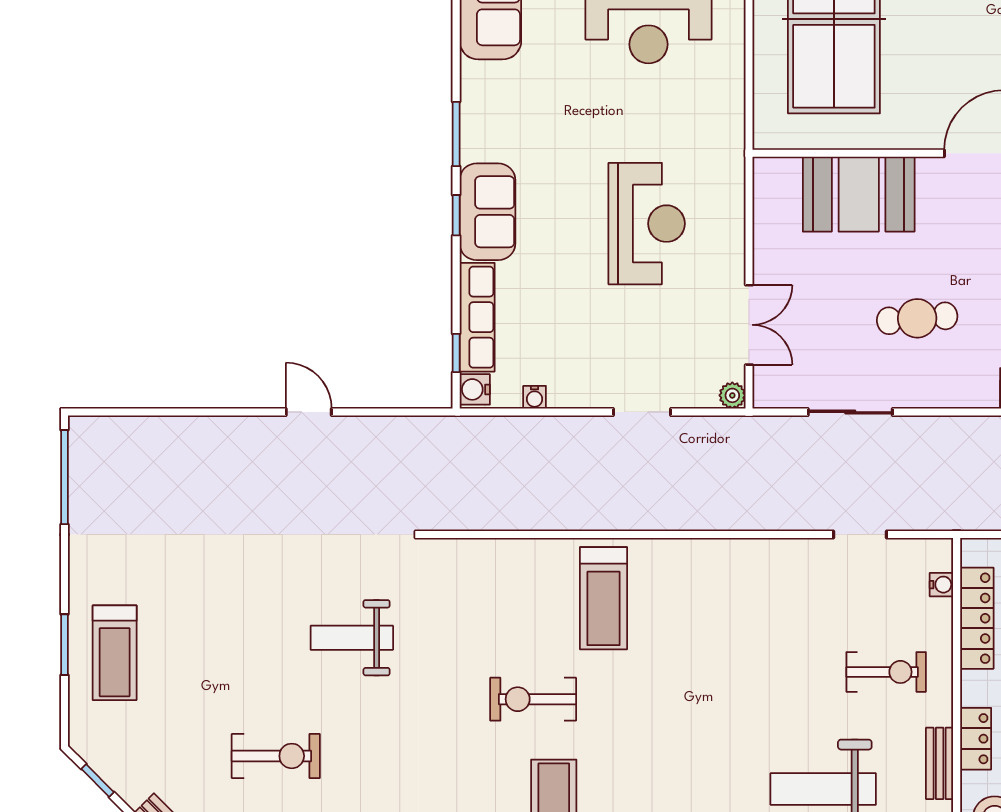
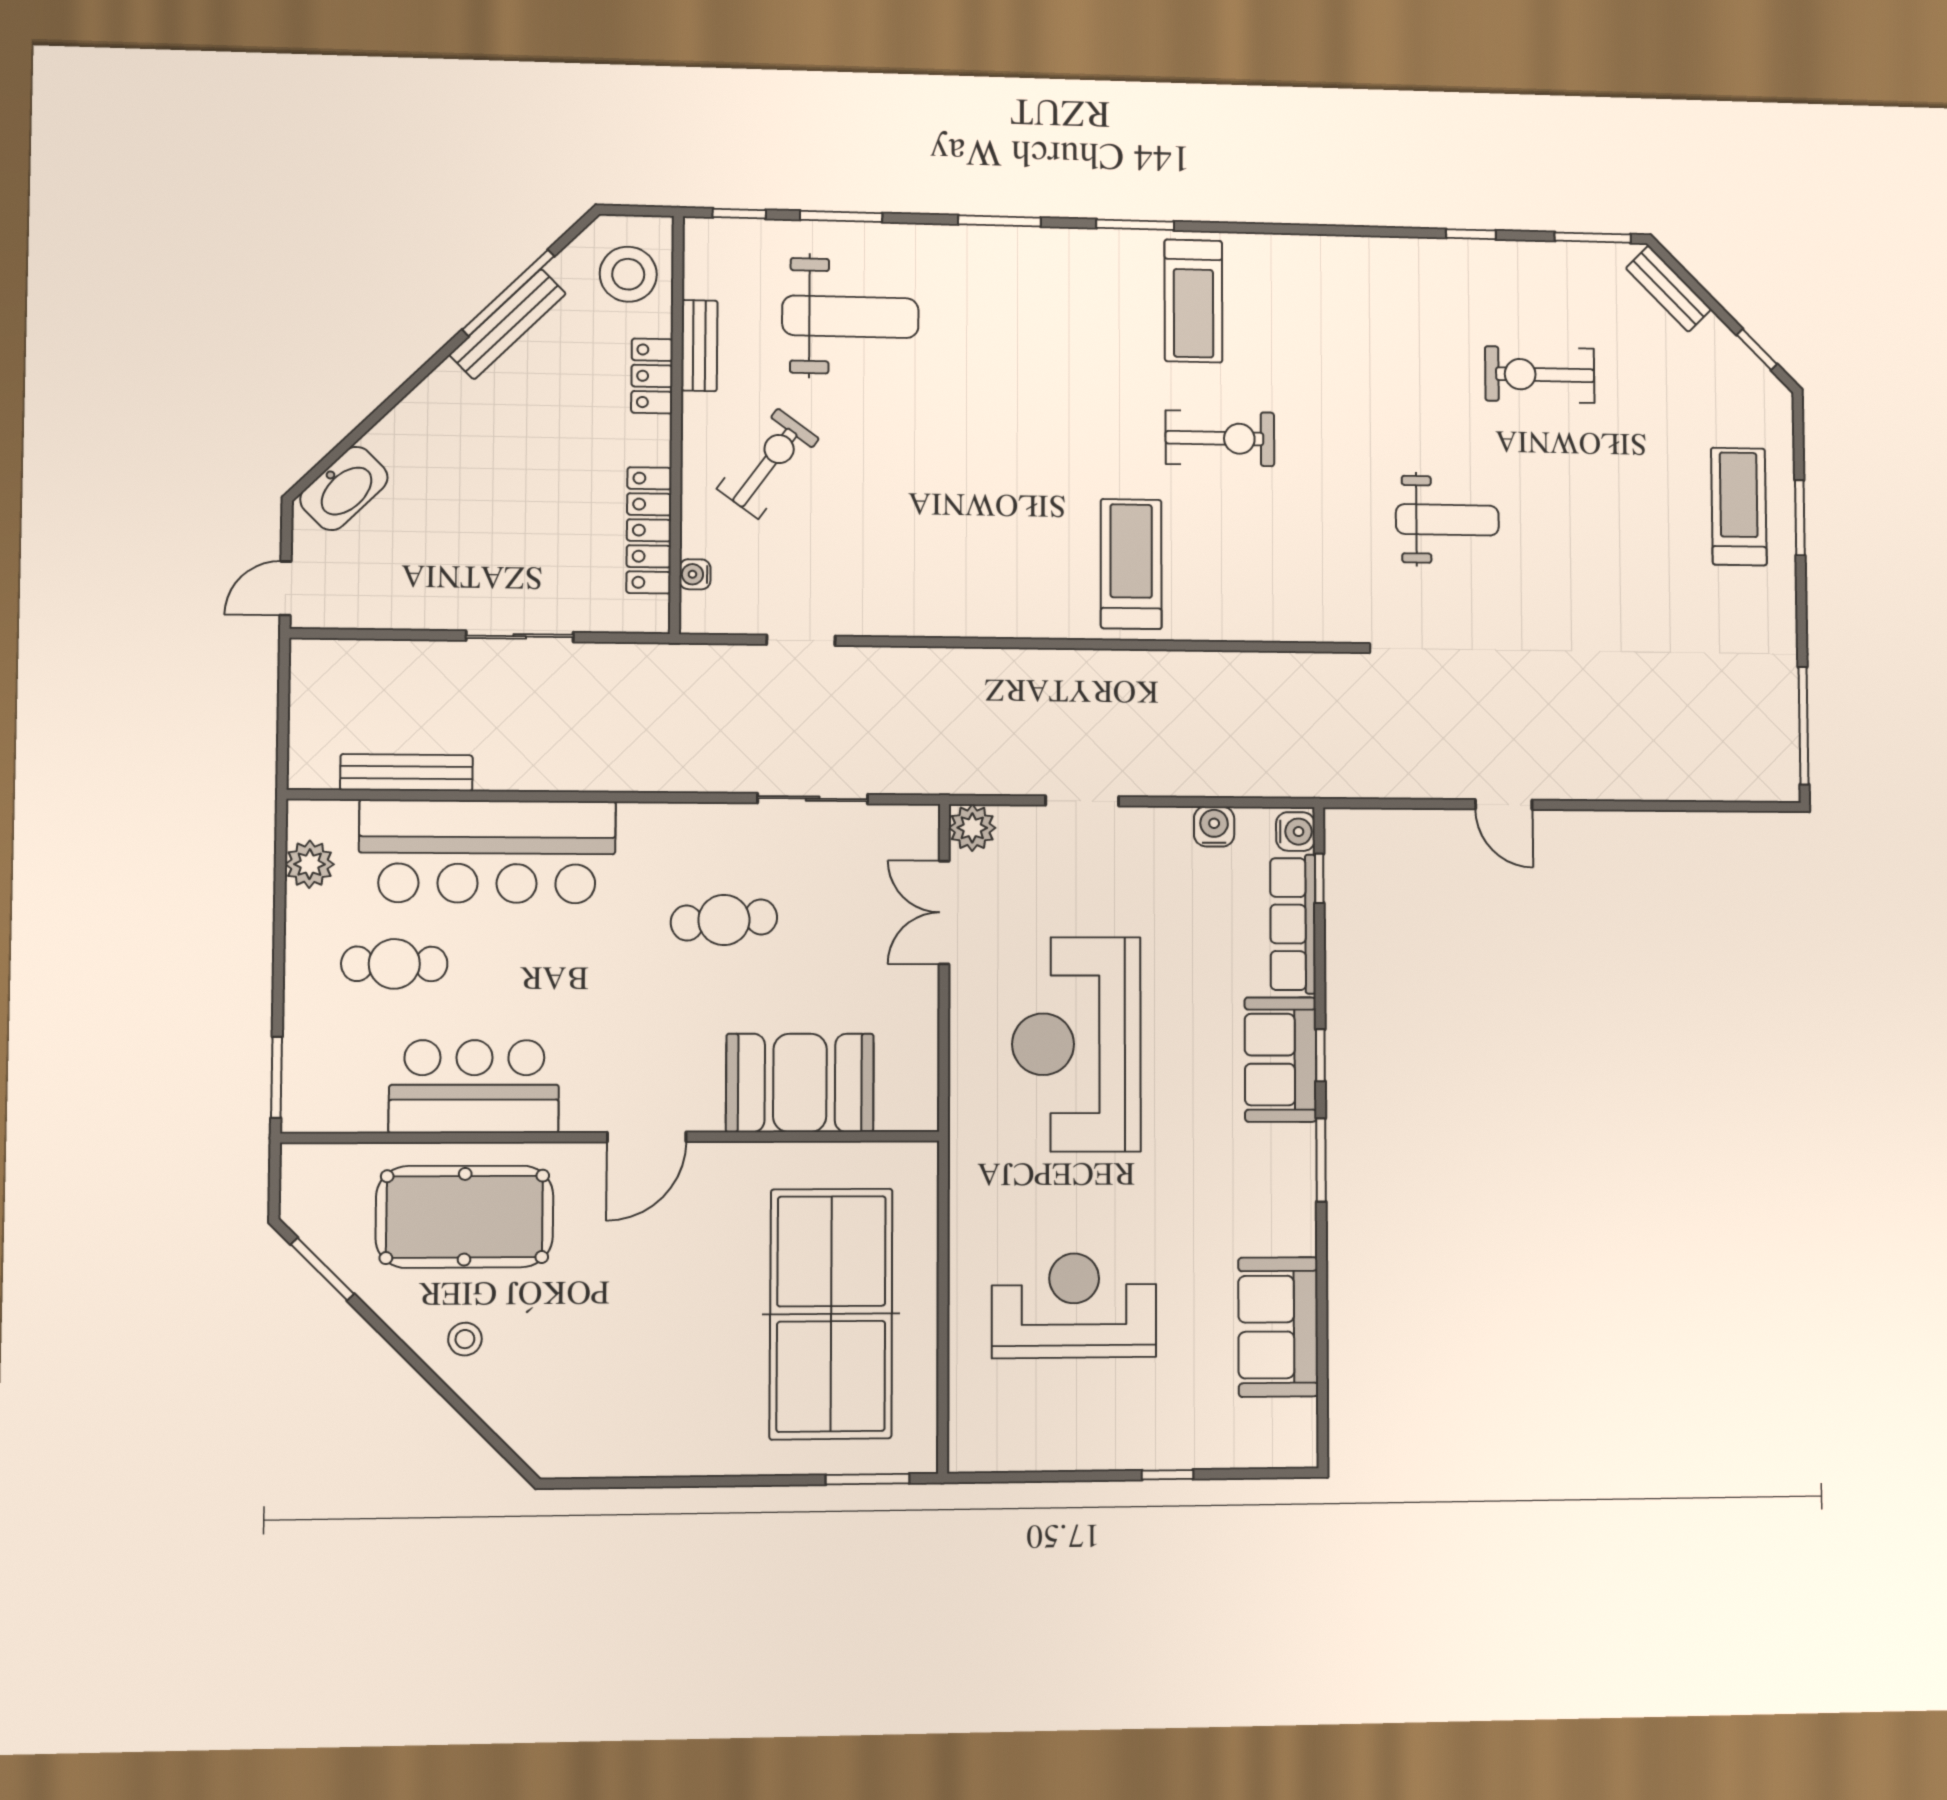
reception desk: (647, 224) -> (1076, 1044), width x1.36, depth x1.30
plant: (732, 395) -> (972, 828), width x1.38, depth x1.38
water cooler: (535, 397) -> (1214, 827), width x1.38, depth x1.38
exercise bike: (886, 672) -> (768, 464), turned 126

